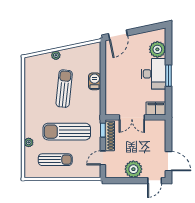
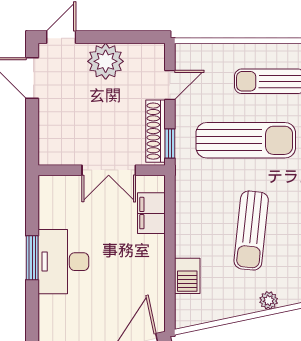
plant: (157, 49) -> (55, 313), removed
barbecue: (95, 81) -> (187, 276), moved
filing cabinet: (156, 108) -> (151, 213), moved, turned 90
double door: (132, 117) -> (109, 170), swing flipped

